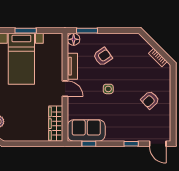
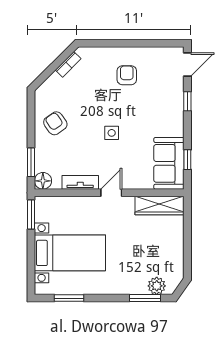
window: (26, 31) -> (31, 215), moved
armchair: (103, 57) -> (55, 123), moved
armchair: (150, 100) -> (127, 75), turned -137

